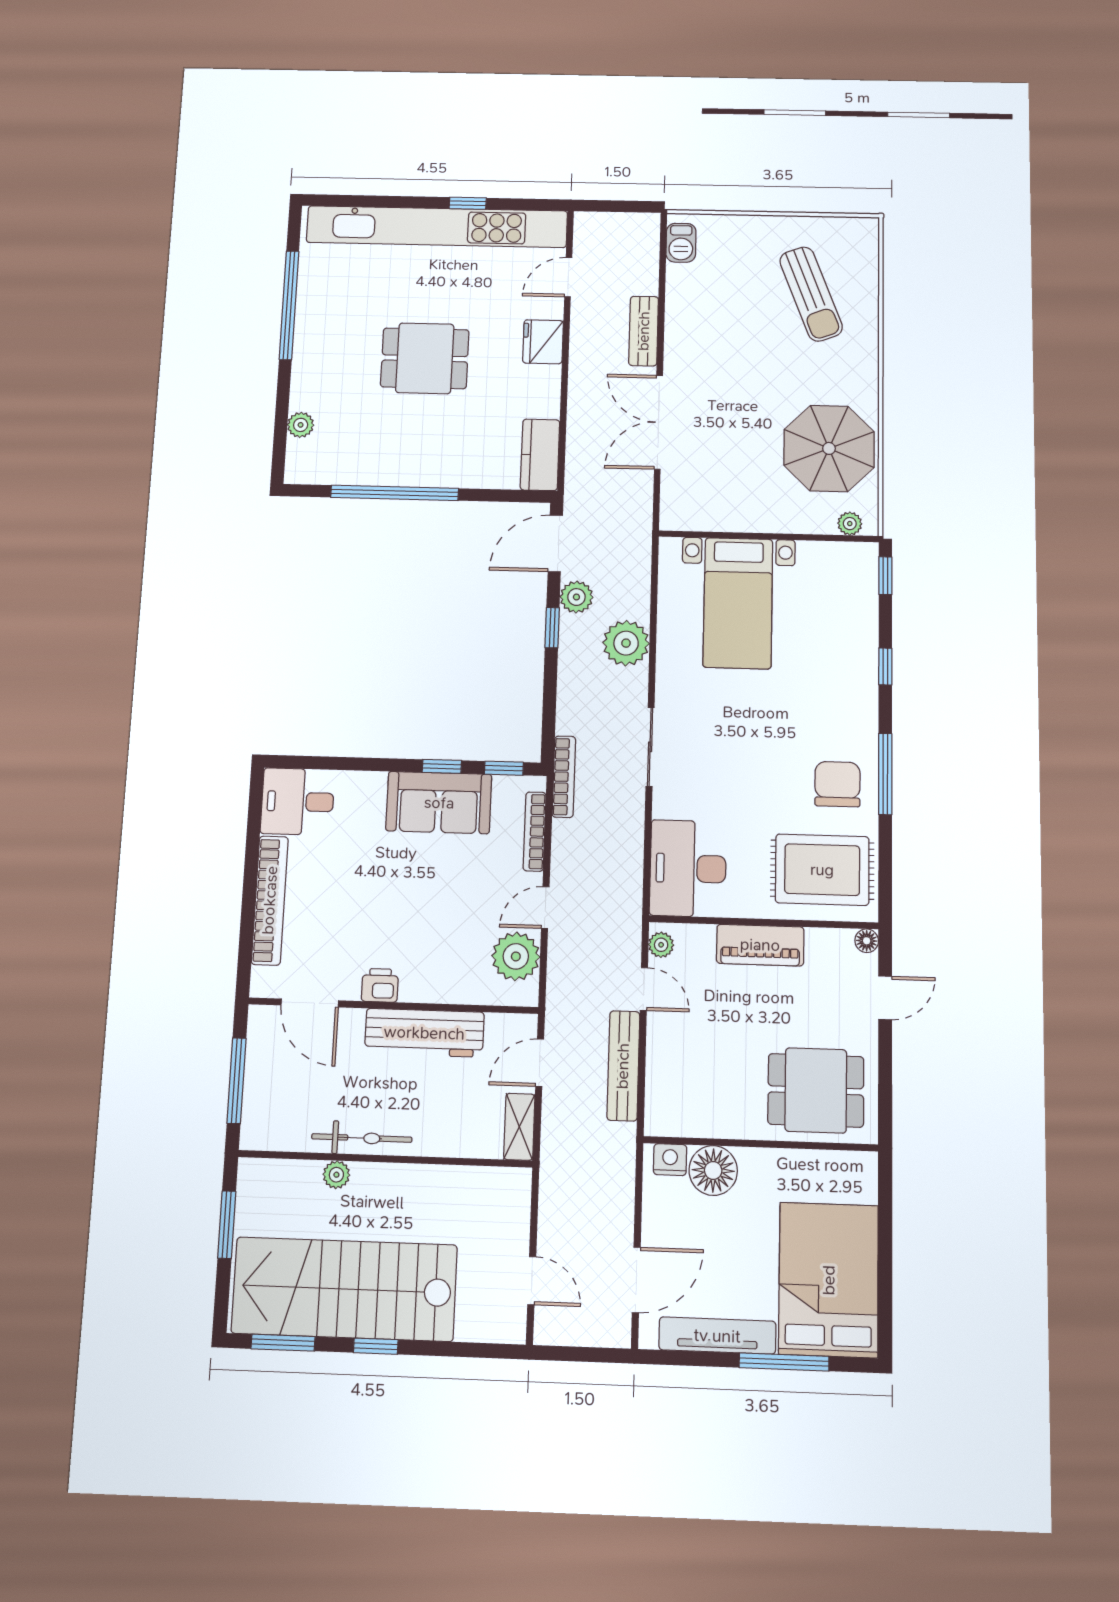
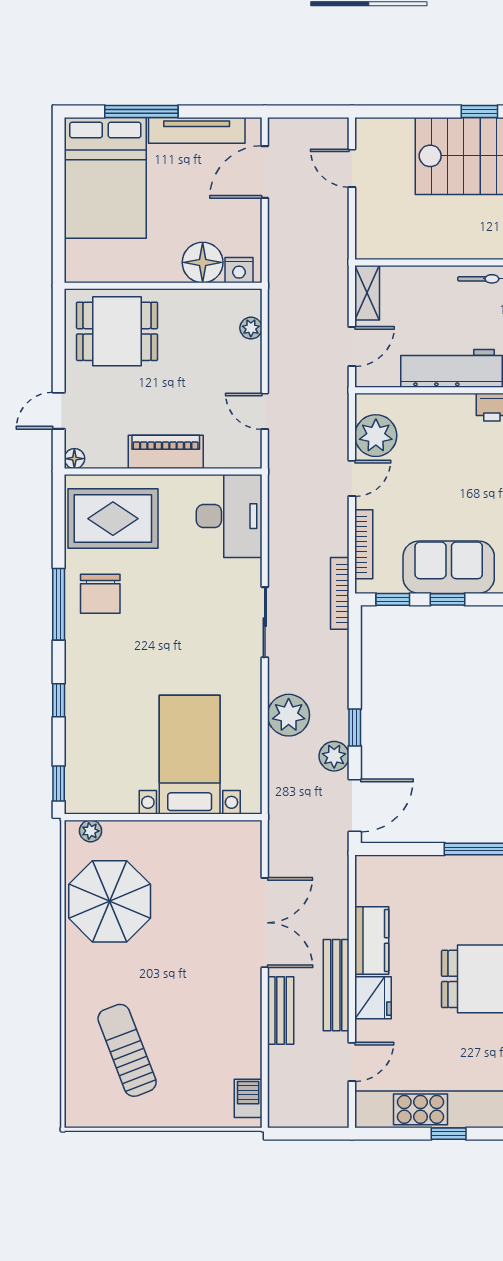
kitchen counter: (540, 455) -> (372, 940), moved
plant: (661, 945) -> (251, 328), moved
bench: (623, 1066) -> (336, 985), moved

